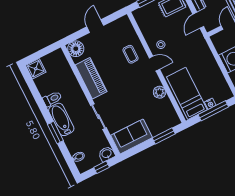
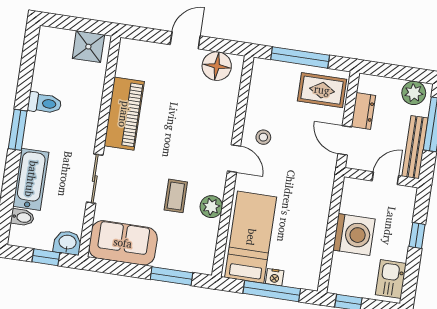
door: (198, 20) -> (345, 140), hinge flipped
floor lamp: (76, 49) -> (217, 66), moved
coffee table: (131, 54) -> (176, 196), moved
shower: (36, 69) -> (88, 47), moved
bathtub: (61, 119) -> (31, 179), moved
window: (55, 132) -> (18, 130), moved

